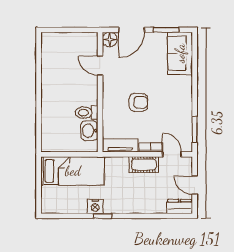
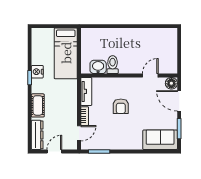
cot: (144, 165) -> (38, 105), moved
dresser: (180, 206) -> (37, 135), width x1.44

